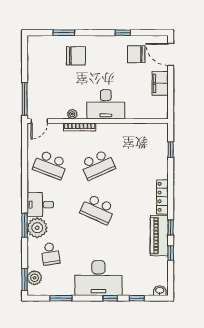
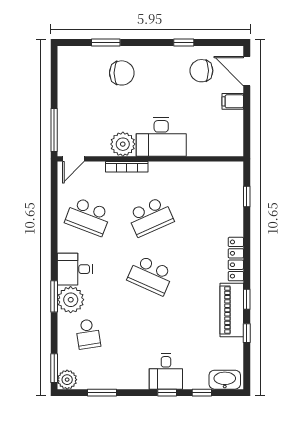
filing cabinet: (160, 83) -> (233, 101), width x0.50
plant: (72, 114) -> (123, 144), width x1.88, depth x1.88
plant: (34, 278) -> (67, 380), moved
desk: (98, 278) -> (166, 371), width x0.53, depth x0.77
washbasin: (160, 291) -> (225, 380), width x1.91, depth x1.45

